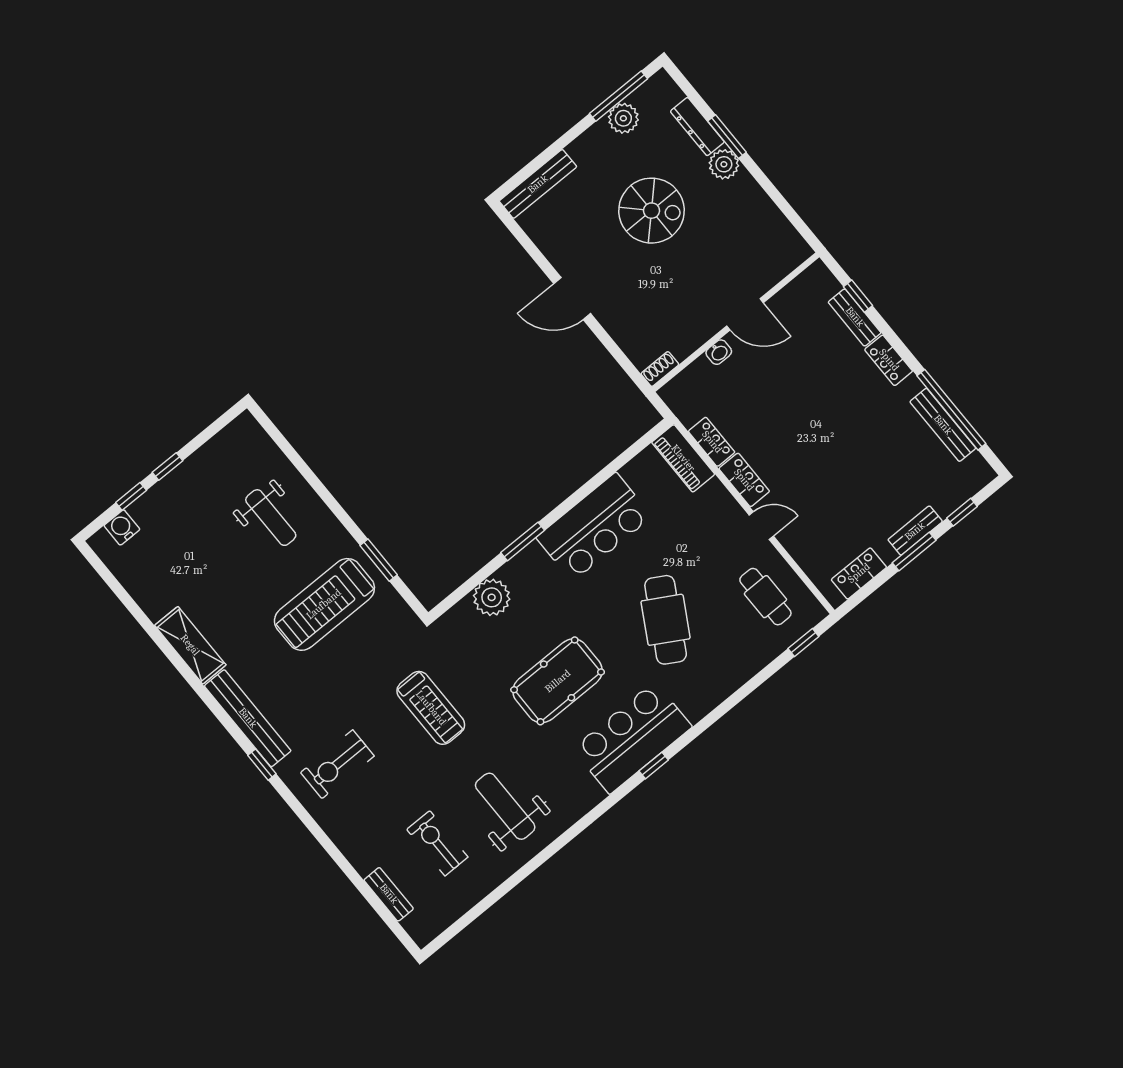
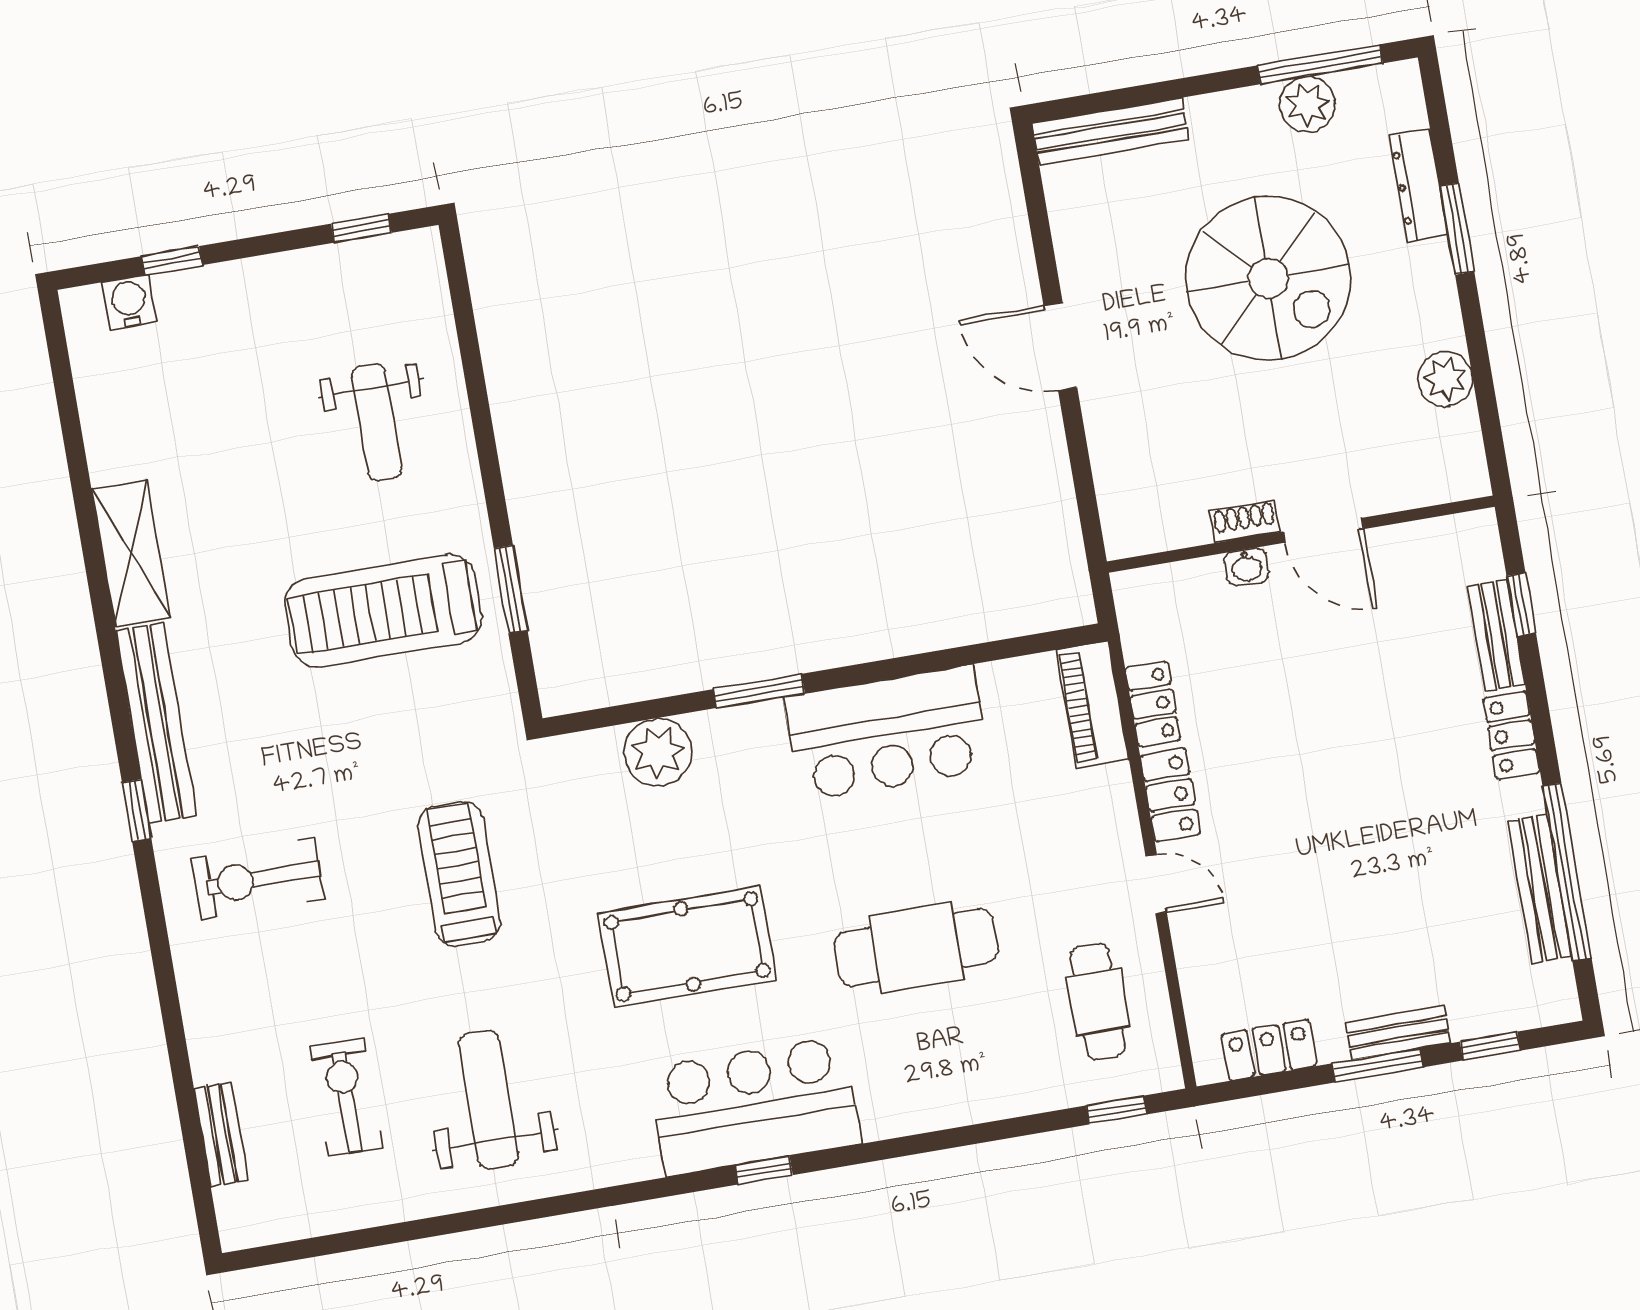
plant: (724, 164) -> (1445, 379), moved
spiral stairs: (652, 211) -> (1268, 278), width x1.37, depth x1.37
shoe rack: (660, 369) -> (1245, 522), moved
window: (167, 467) -> (361, 228), moved
cafe table: (666, 620) -> (916, 947), turned 60
treadmill: (431, 708) -> (459, 874), turned 180

